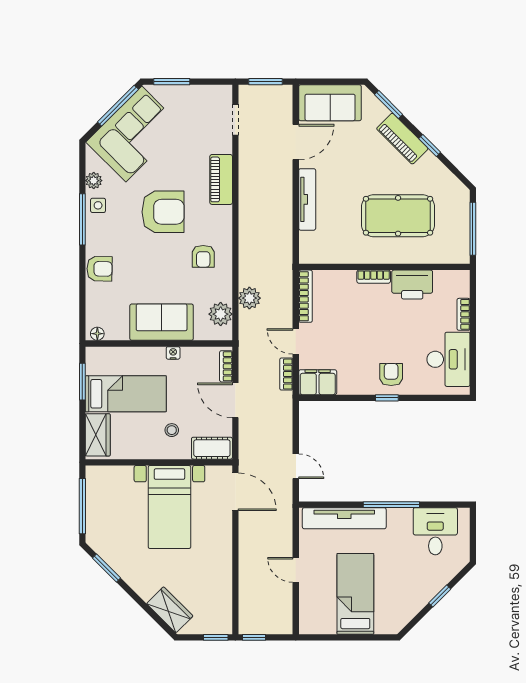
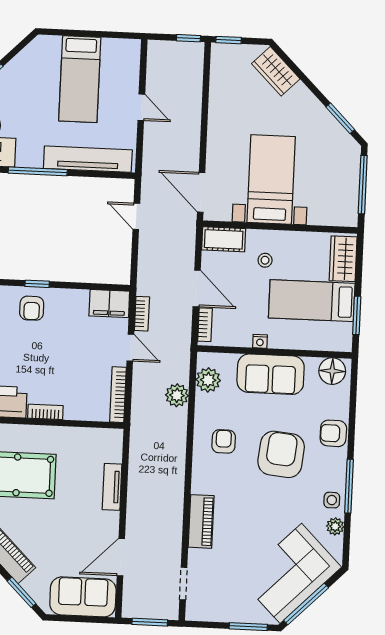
tv unit: (307, 199) -> (112, 487), width x0.71
armchair: (163, 212) -> (281, 454), moved, turned 96
floor lamp: (97, 334) -> (332, 371), width x1.89, depth x1.89

